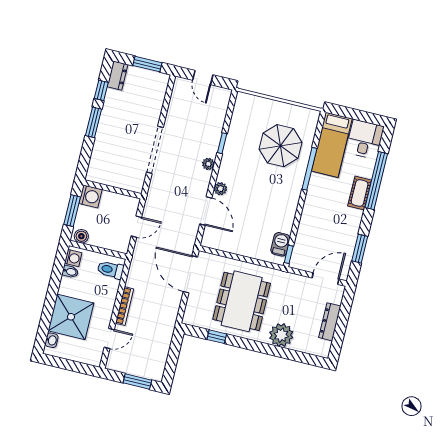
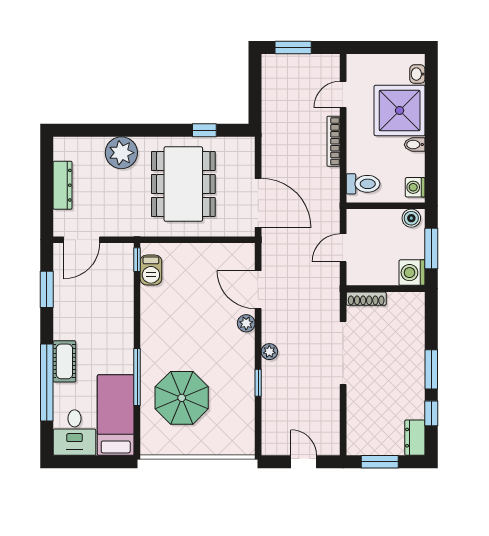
shoe rack: (128, 186) -> (366, 299), added
bidet: (70, 272) -> (415, 145), moved

